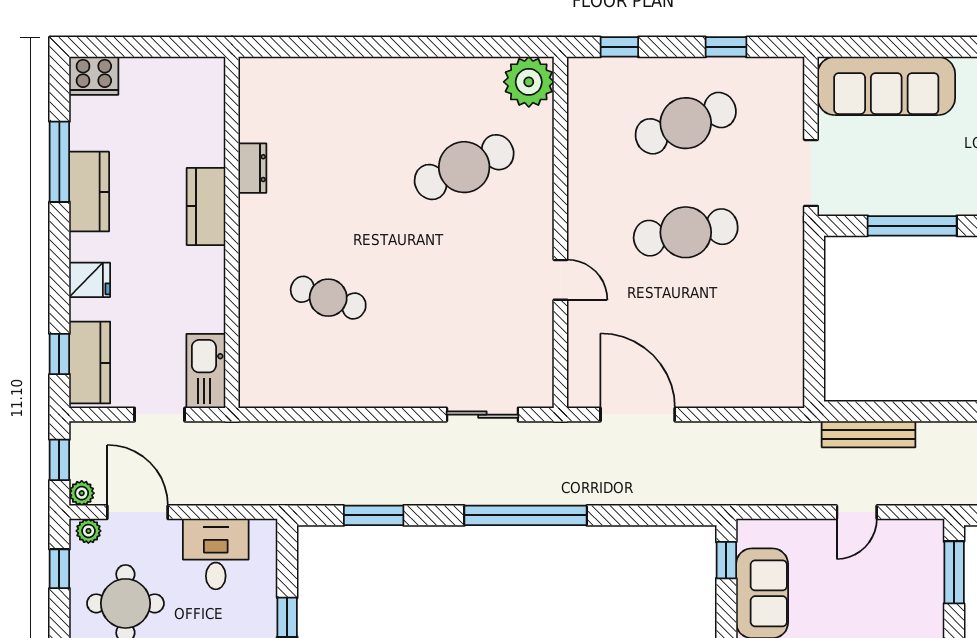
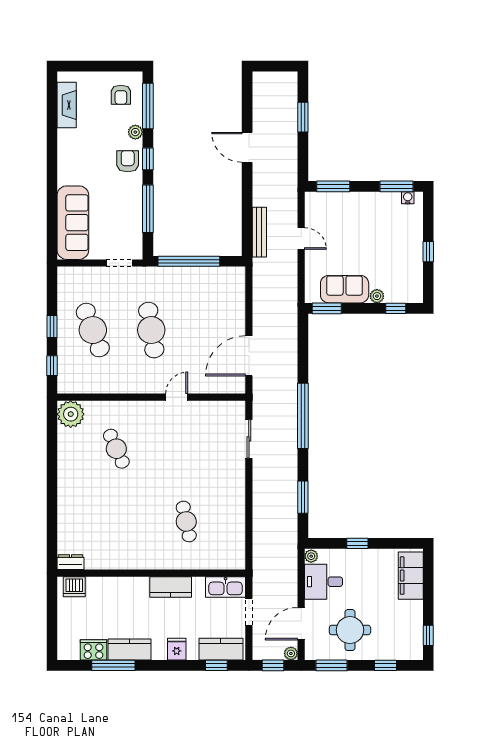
window: (726, 47) -> (52, 327), moved
cooker: (94, 76) -> (93, 650), moved, turned -90
dishwasher: (206, 89) -> (74, 587), added
cafe table: (464, 167) -> (116, 449), width x0.73, depth x0.74
dresser: (252, 168) -> (70, 562), moved
doorway: (811, 173) -> (119, 263), width x0.73
kitchen counter: (206, 206) -> (171, 587), moved
cafe table: (328, 298) -> (186, 521), turned -30
window: (814, 303) -> (189, 261), added
plant: (88, 531) -> (311, 556), moved
window: (726, 560) -> (327, 308), width x1.50
window: (59, 569) -> (331, 665), width x1.50

